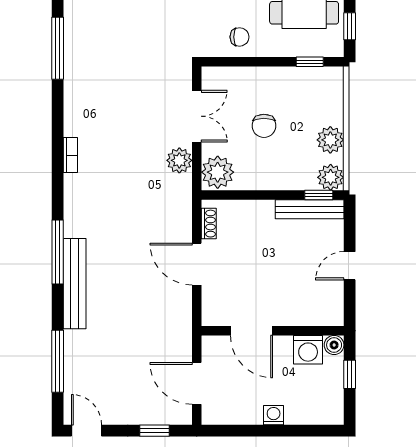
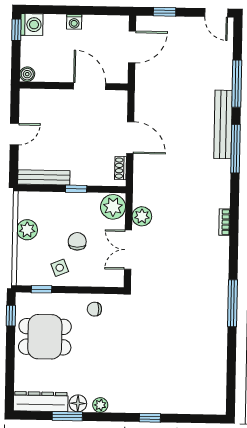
side table: (286, 91) -> (60, 268), added
plant: (331, 177) -> (27, 201), removed
window: (319, 195) -> (76, 189), moved
washing machine: (308, 350) -> (32, 25), moved, turned 90
window: (58, 361) -> (237, 84), moved
window: (350, 374) -> (16, 30), moved
door: (197, 383) -> (132, 47), hinge flipped

